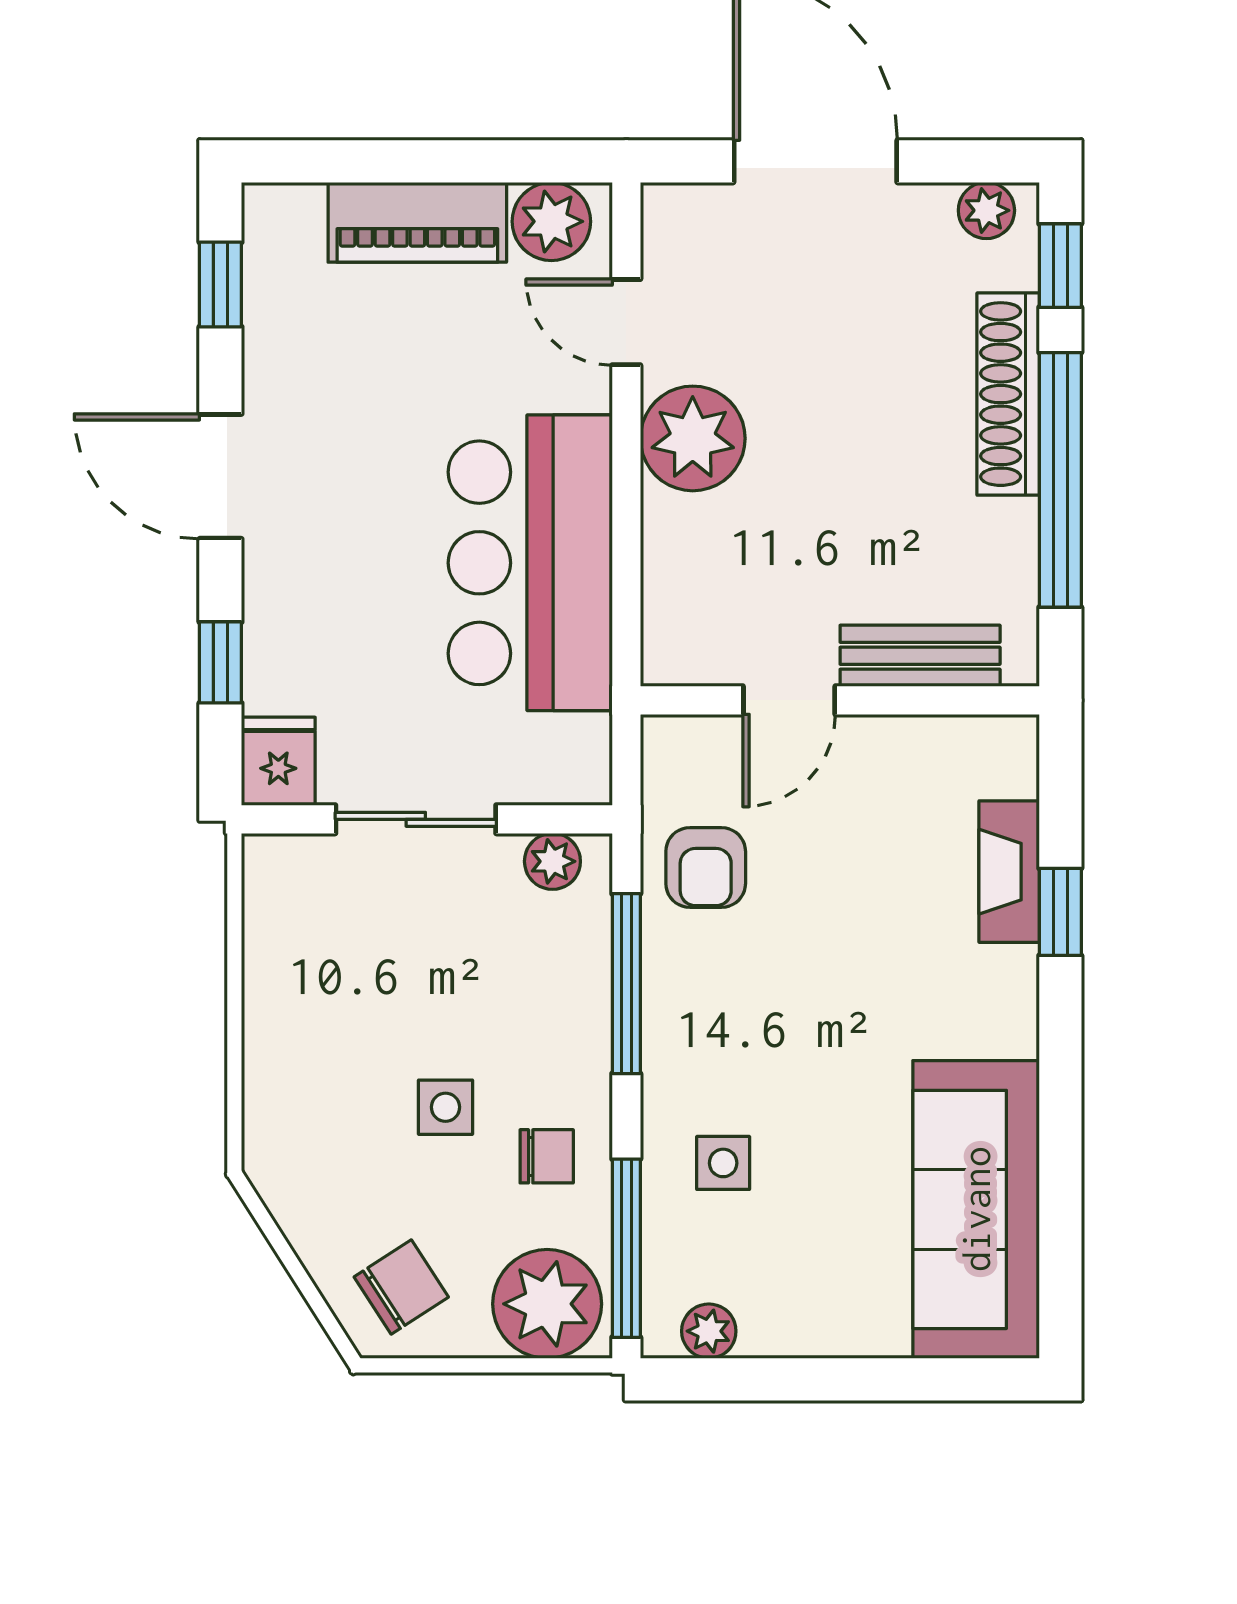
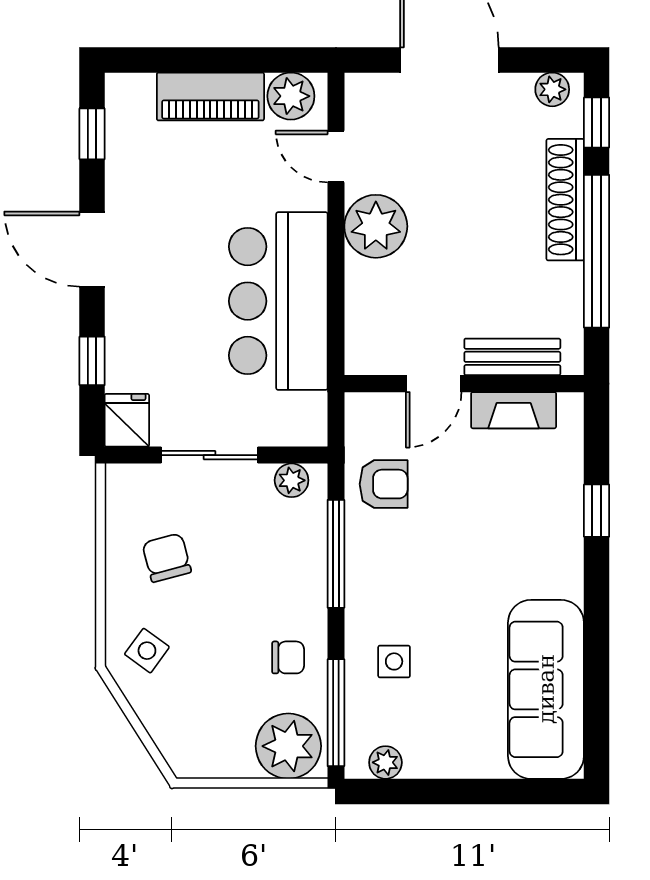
armchair: (706, 868) -> (384, 484), turned -90
fireplace: (1009, 872) -> (514, 410), moved, turned -90
side table: (445, 1107) -> (147, 651), moved, turned 36
chair: (401, 1287) -> (167, 558), moved, turned -72

